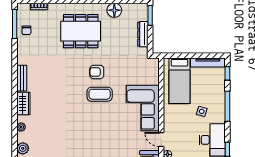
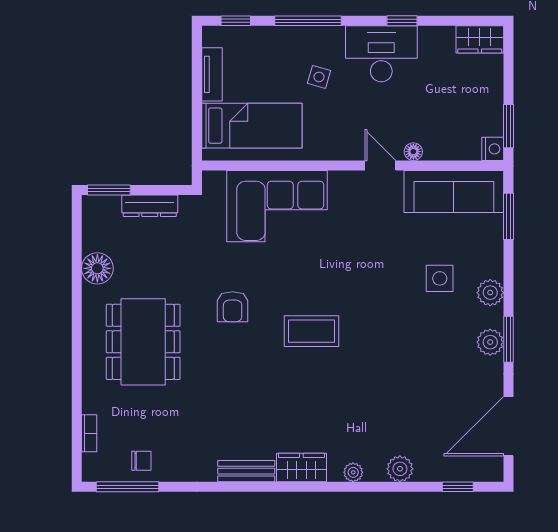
tv unit: (208, 63) -> (212, 74), width x0.71
coffee table: (100, 94) -> (311, 331), moved, turned 90
corner sofa: (143, 108) -> (277, 206), moved
door: (161, 139) -> (380, 166), swing flipped

